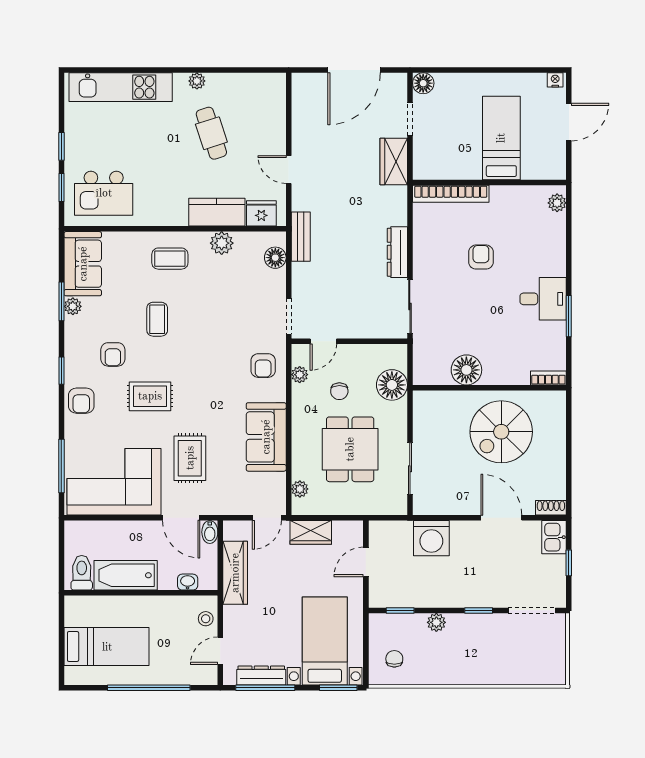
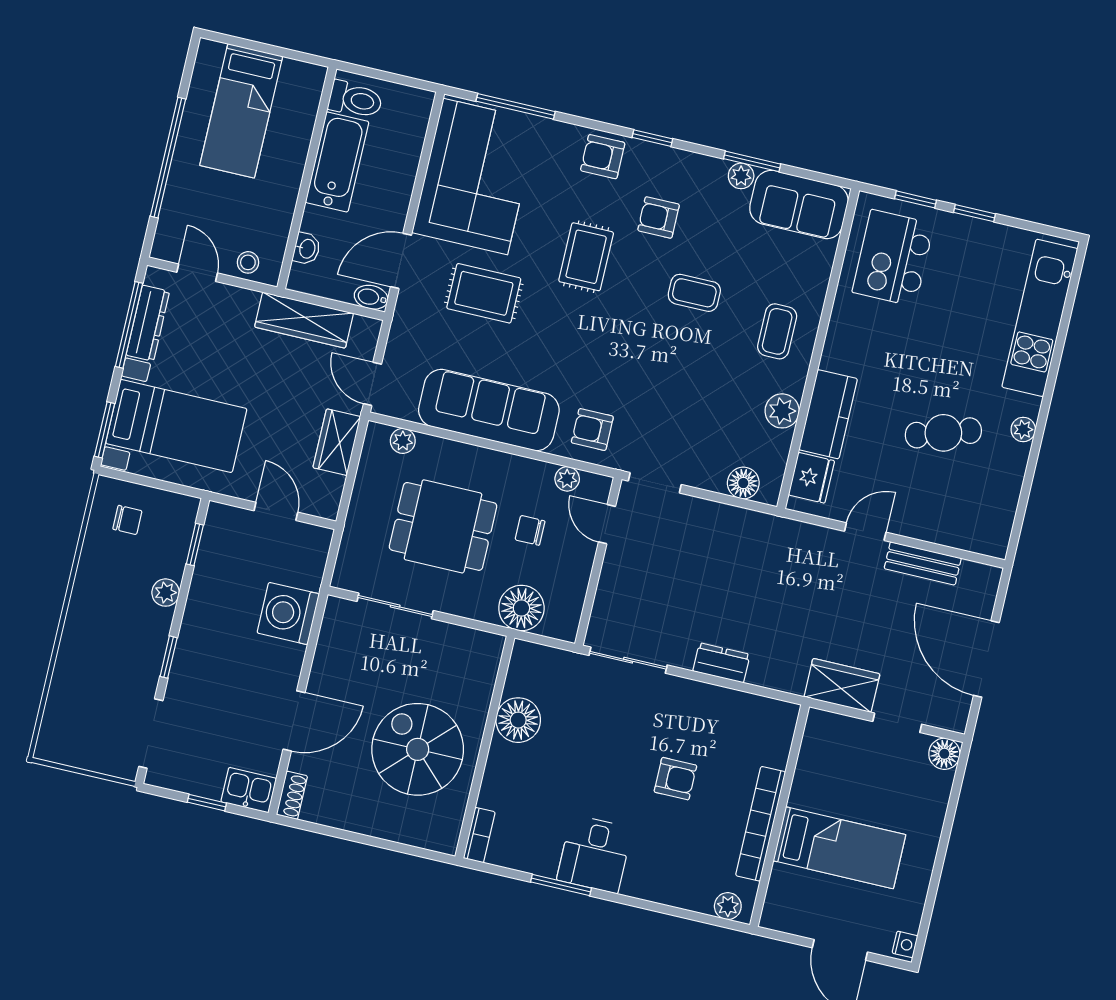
bookcase: (451, 194) -> (761, 824), moved
bench: (301, 237) -> (923, 563), moved
dresser: (397, 252) -> (721, 663), width x0.70
sofa: (266, 437) -> (489, 410), width x1.36

